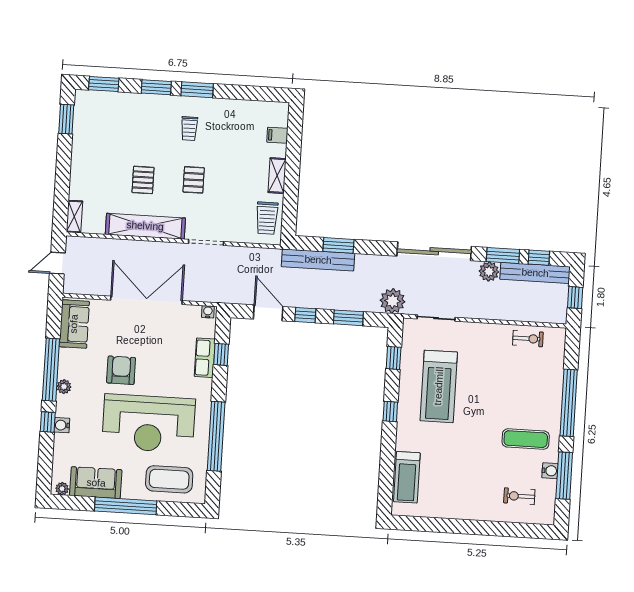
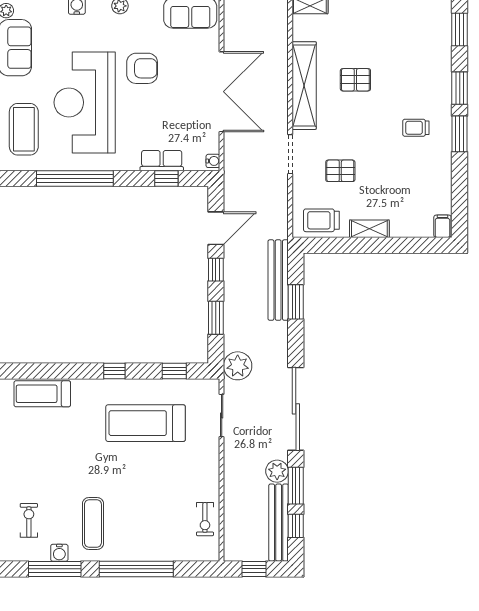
filing cabinet: (277, 135) -> (442, 226), moved
pallet: (194, 180) -> (340, 171), moved

